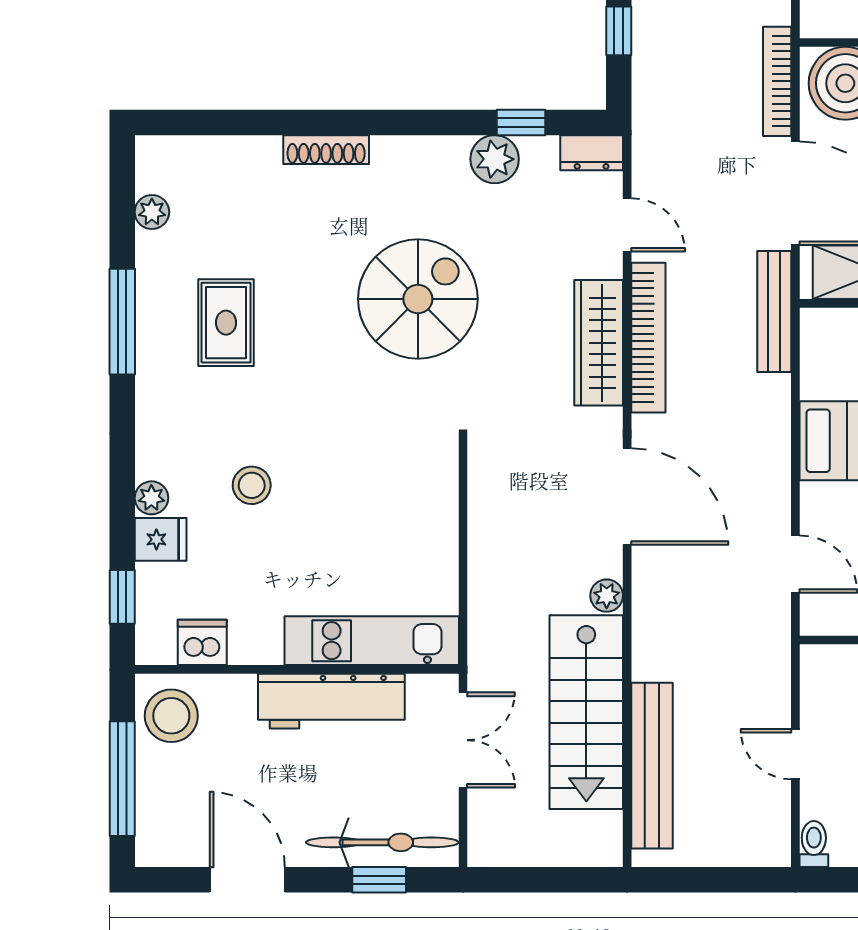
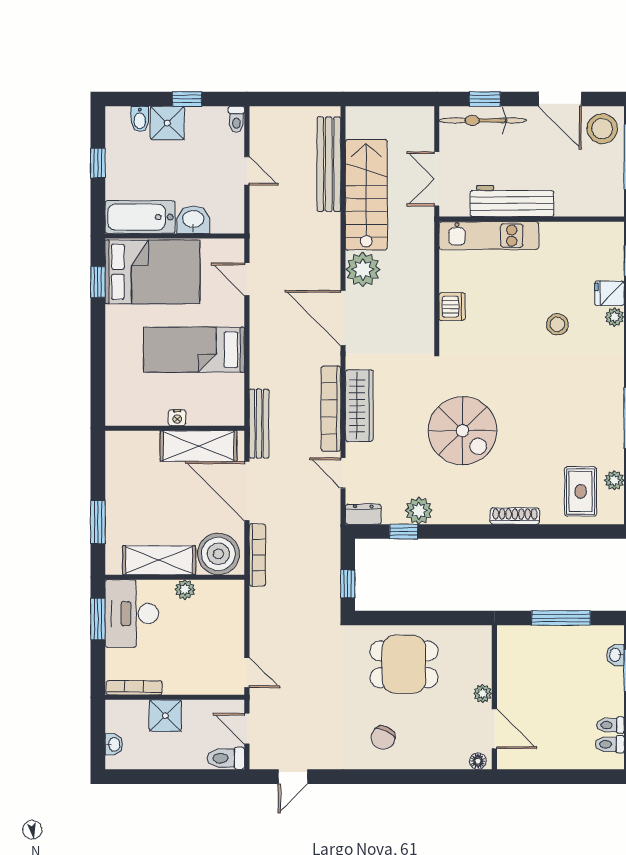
spiral stairs: (418, 299) -> (462, 431), turned -90
rug: (226, 323) -> (581, 491), moved
plant: (607, 596) -> (363, 269), width x1.88, depth x1.88
dishwasher: (202, 642) -> (452, 307), moved, turned -90
stool: (171, 716) -> (602, 129), moved

